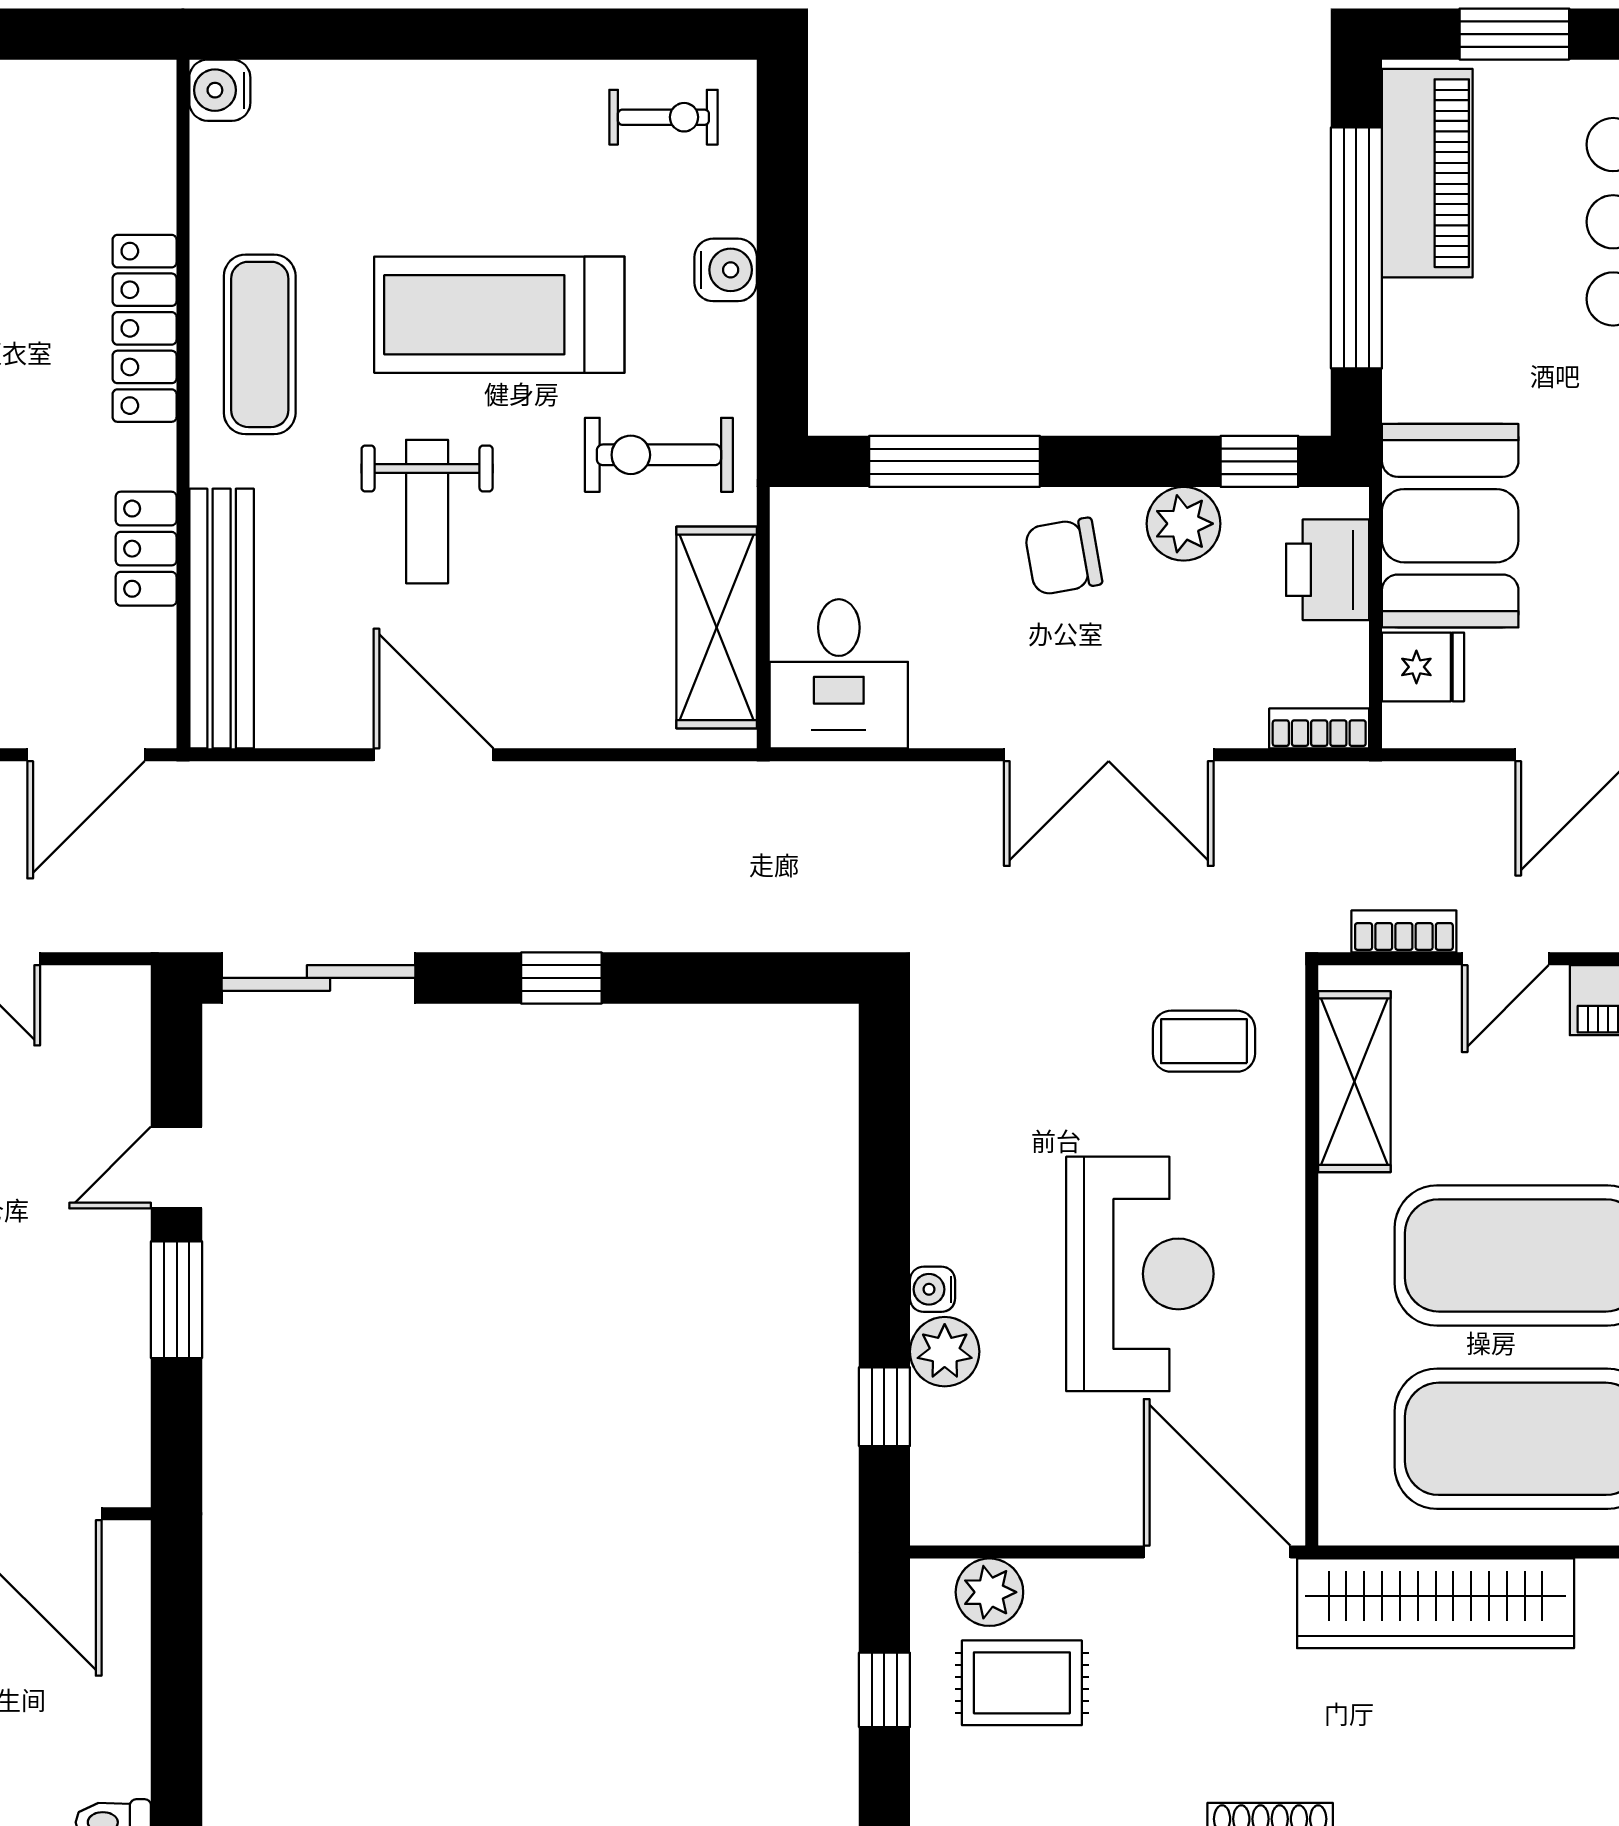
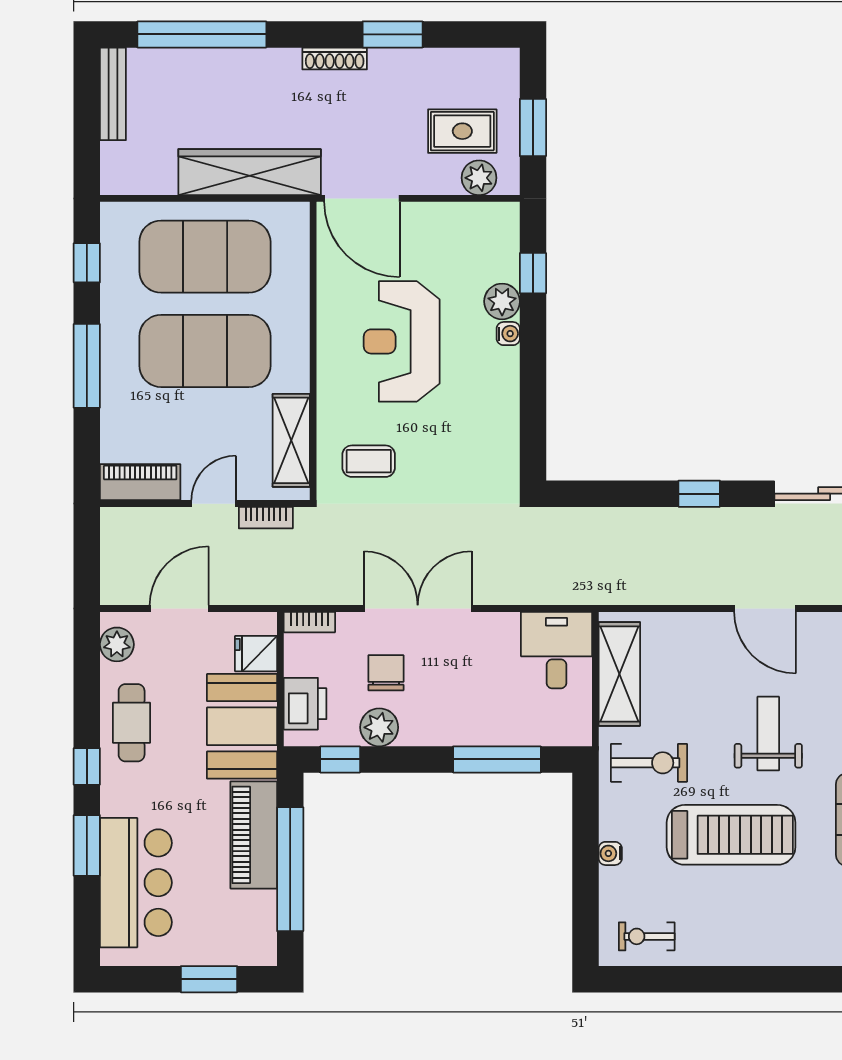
piano: (1427, 173) -> (254, 835), moved
water cooler: (726, 270) -> (610, 853), width x0.72, depth x0.72
chair: (1063, 556) -> (386, 673), moved, turned -80
window: (884, 1690) -> (533, 128), width x1.50

